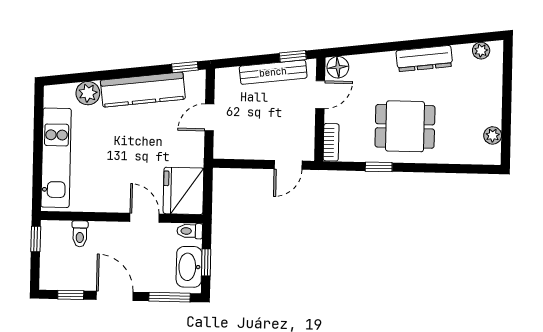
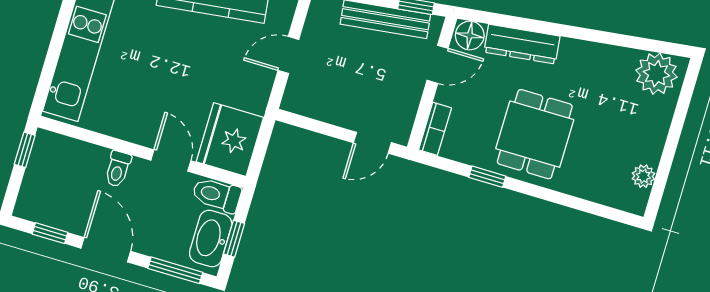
plant: (481, 51) -> (656, 74), width x1.88, depth x1.88
dresser: (424, 59) -> (522, 44), moved
dining table: (405, 126) -> (535, 134), turned 90
toilet: (190, 231) -> (217, 195), width x1.37, depth x1.39
toilet: (80, 234) -> (118, 169), moved

